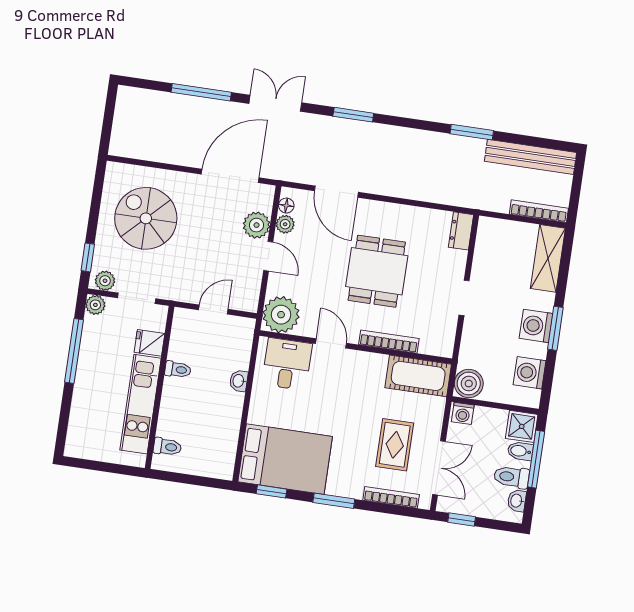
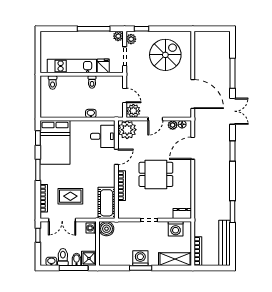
plant: (257, 225) -> (133, 111), moved
washing machine: (530, 373) -> (176, 229), moved, turned 180

